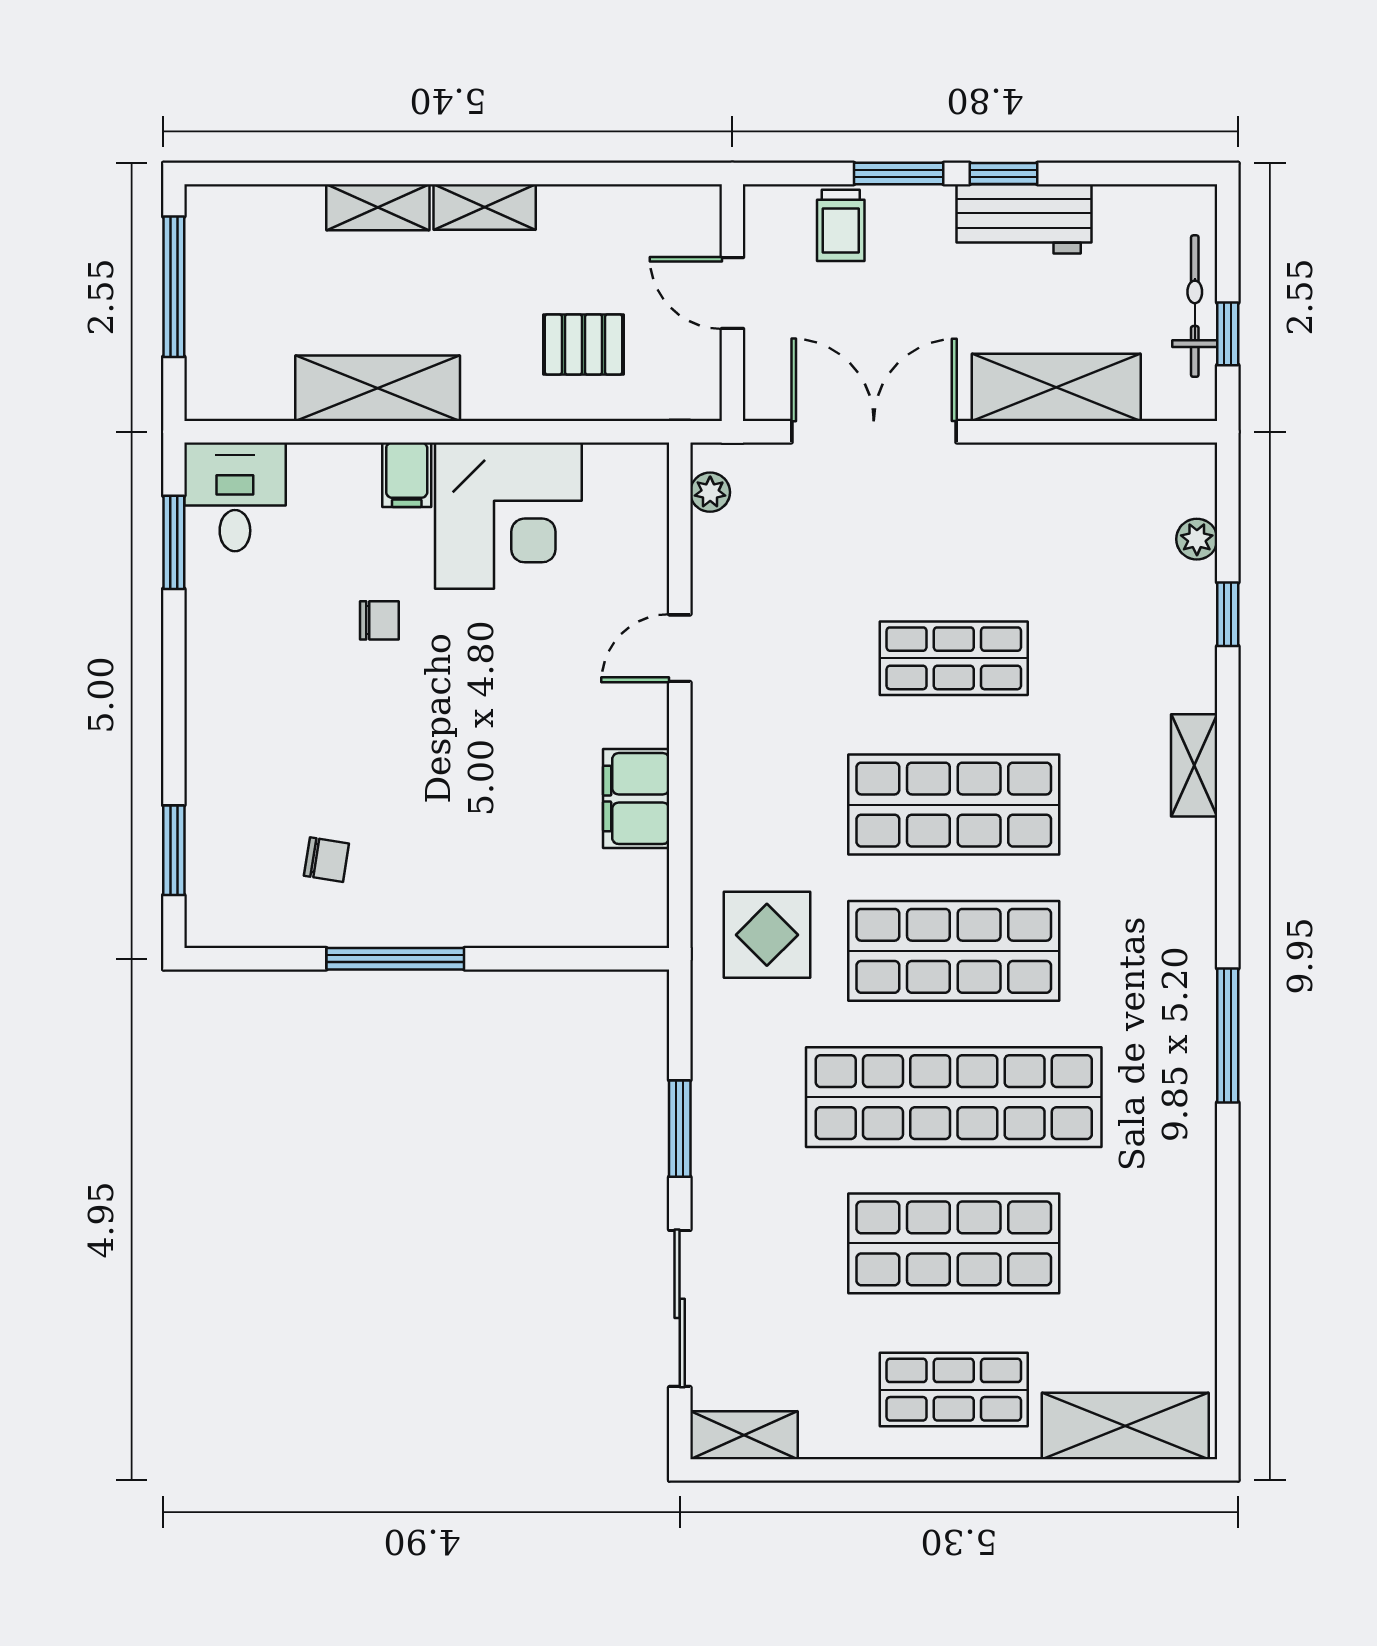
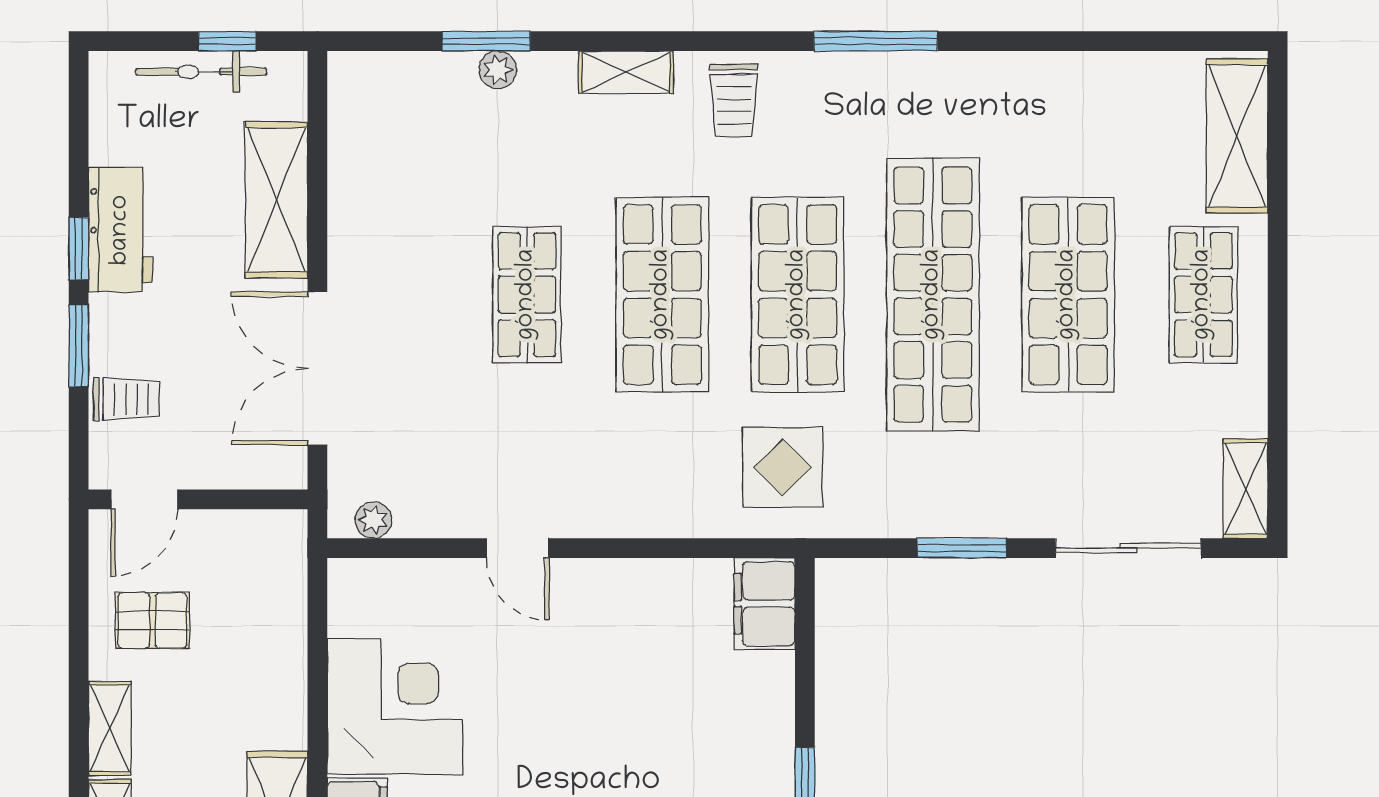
door: (732, 293) -> (144, 499), moved
pallet: (583, 344) -> (152, 620), moved, turned 90
plant: (1197, 539) -> (498, 70), moved
window: (1228, 614) -> (486, 41), width x1.50
filing cabinet: (636, 799) -> (765, 604), moved, turned 90
trolley: (1164, 882) -> (734, 100), added

